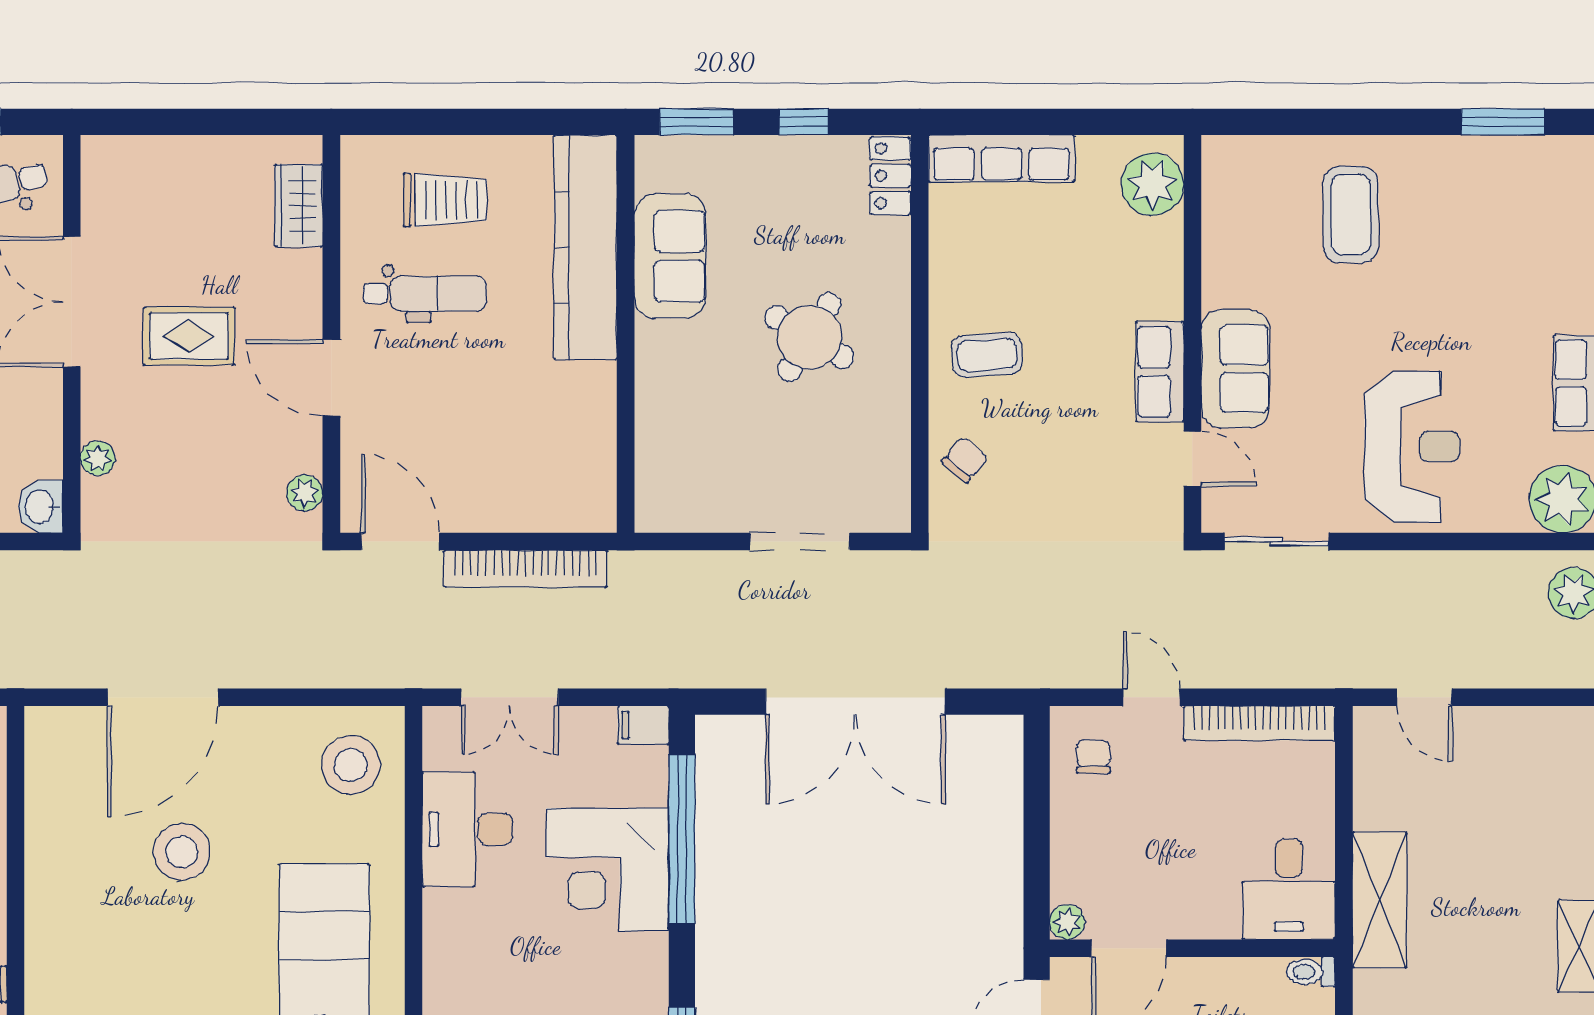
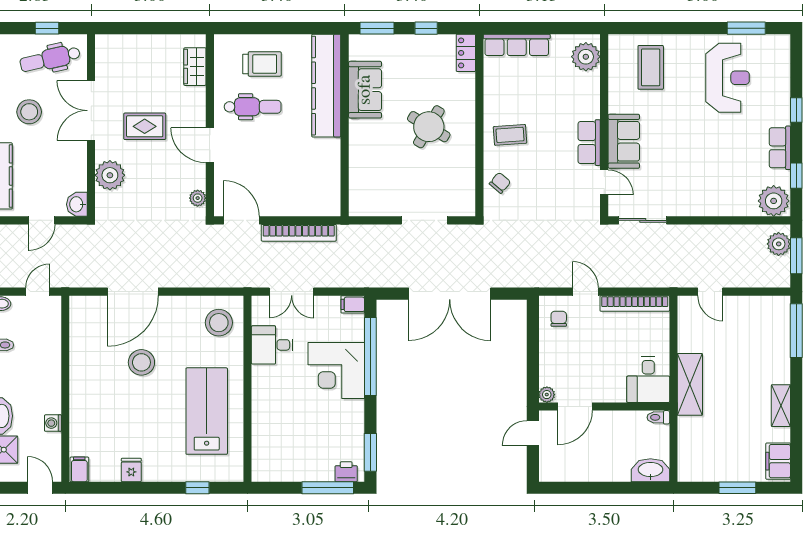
coffee table: (1351, 214) -> (651, 67), moved
reception desk: (1412, 447) -> (728, 78), moved
plant: (98, 458) -> (110, 175), width x1.87, depth x1.87
desk: (467, 829) -> (272, 345), width x0.73

